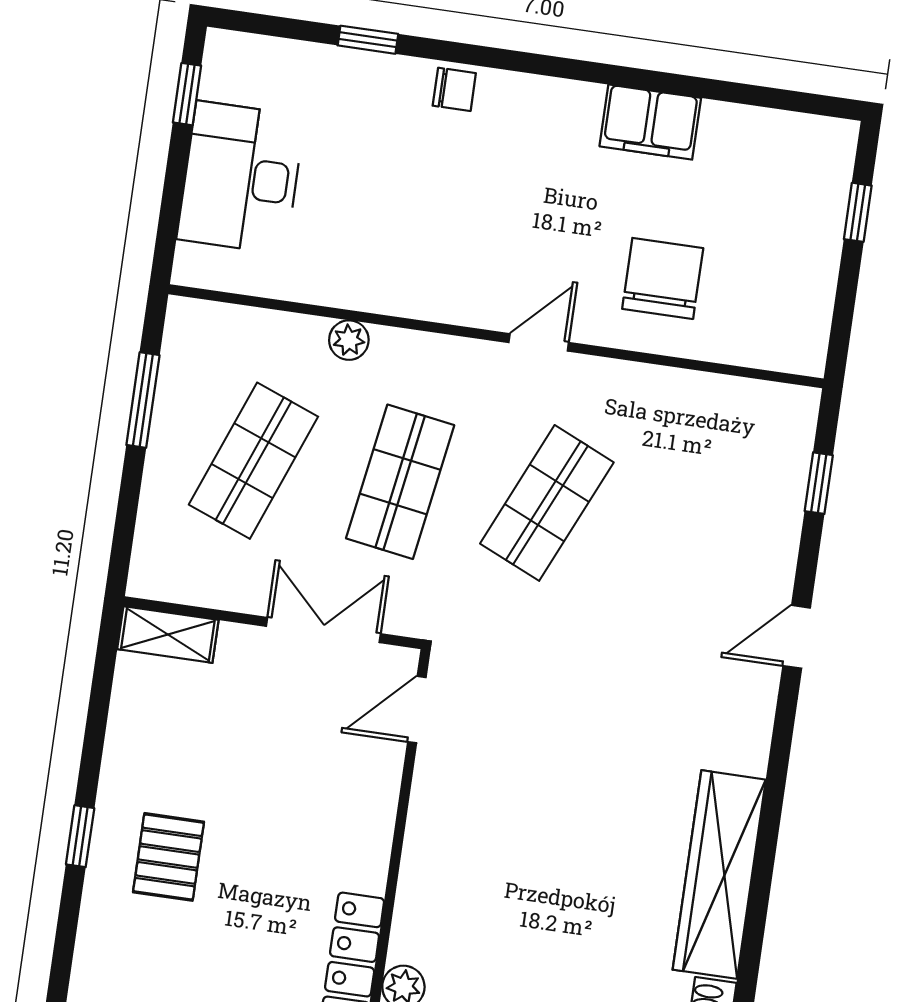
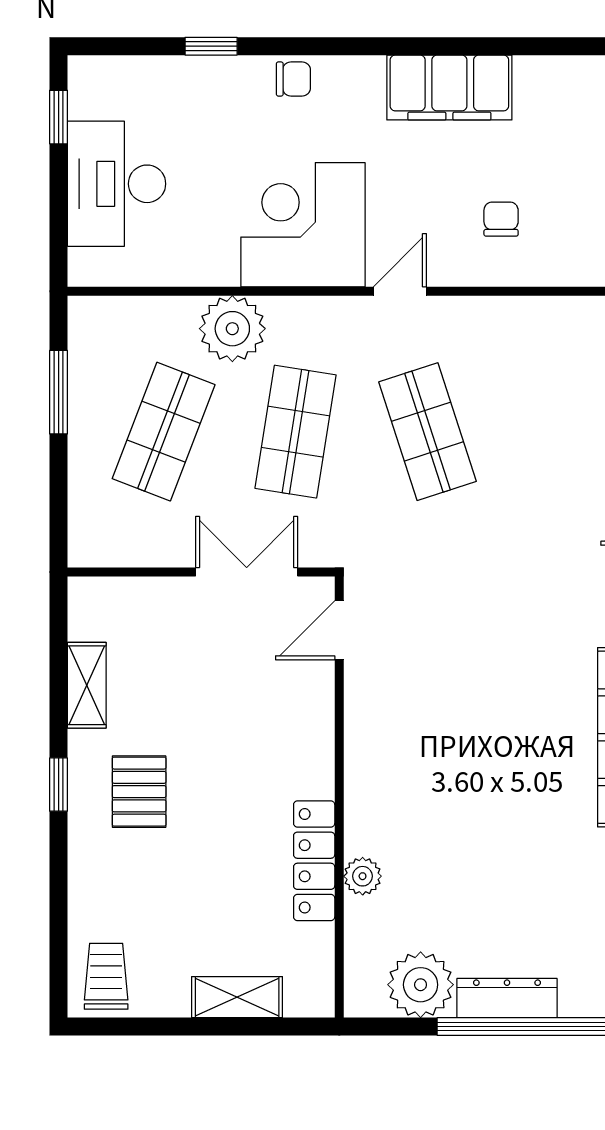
filing cabinet: (650, 122) -> (449, 88), width x1.50, depth x1.17
corner desk: (442, 253) -> (303, 225), added
chair: (663, 278) -> (501, 219), width x0.54, depth x0.54
plant: (349, 340) -> (232, 329), width x1.87, depth x1.87
shop shelf: (547, 503) -> (428, 432), turned -42
shelving: (168, 635) -> (87, 685), moved, turned 90

